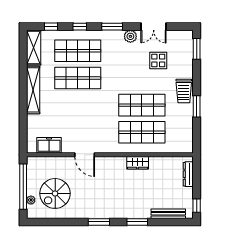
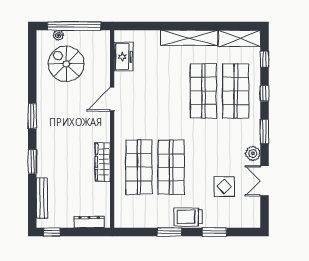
window: (197, 49) -> (214, 232), moved
wardrobe: (138, 163) -> (103, 162), width x1.50

